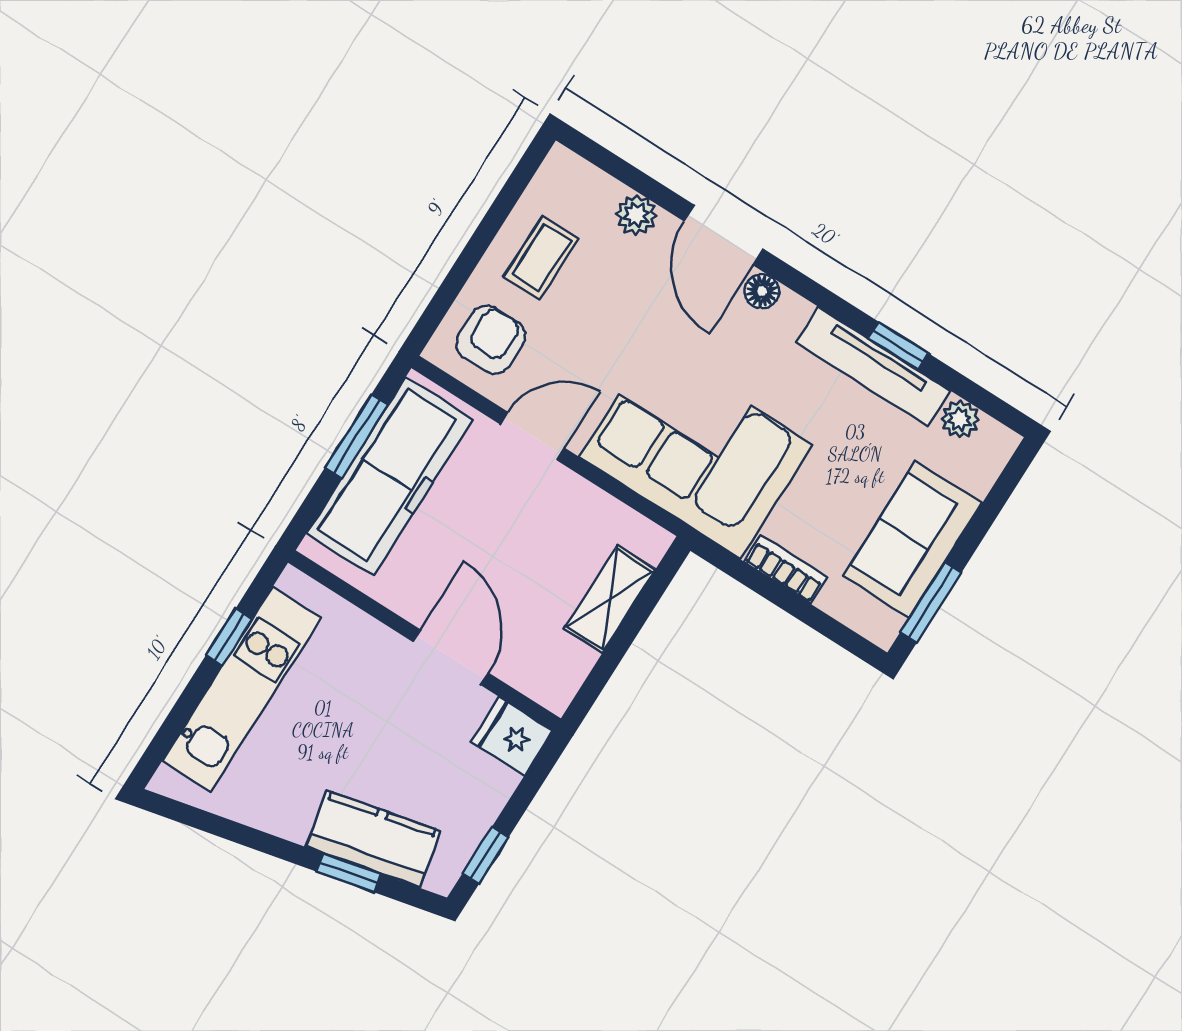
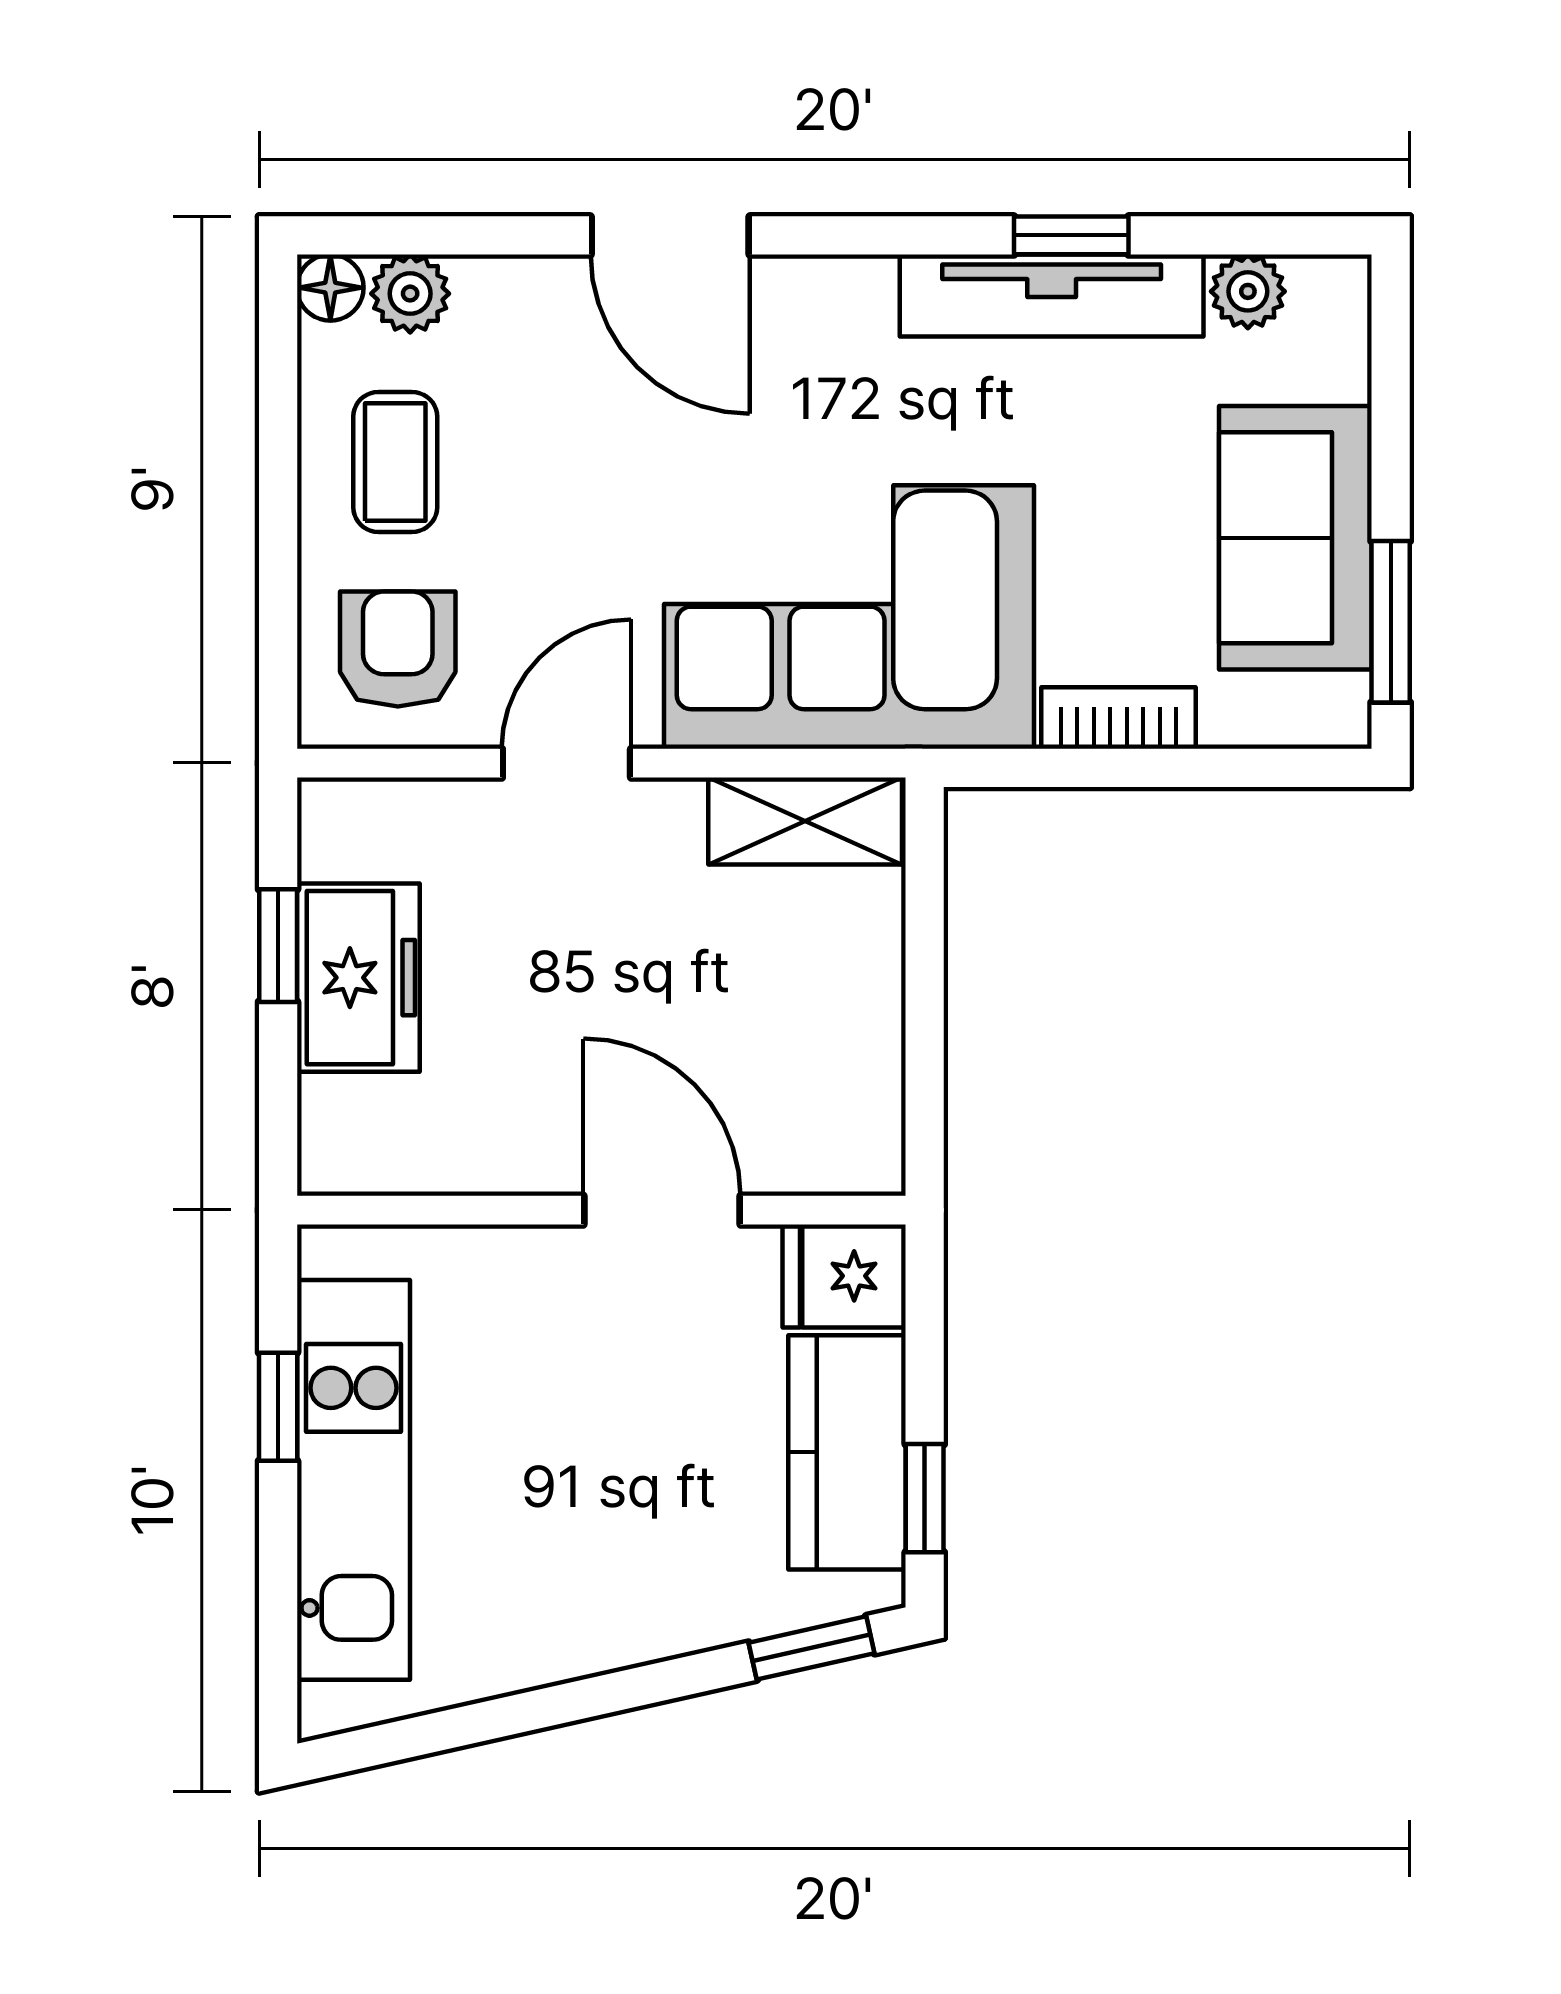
plant: (636, 215) -> (410, 294), moved
floor lamp: (762, 291) -> (330, 288), moved
window: (357, 436) -> (278, 946), width x0.67
freezer: (390, 477) -> (358, 978), width x0.52, depth x0.79
shelving: (610, 599) -> (805, 821), moved, turned 90
kitchen counter: (373, 839) -> (847, 1452), moved, turned -77
window: (349, 873) -> (811, 1648), moved

